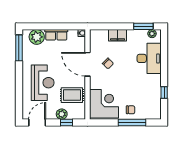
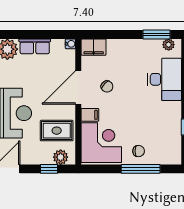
filing cabinet: (118, 35) -> (94, 47), moved
door: (87, 64) -> (78, 88), hinge flipped
filing cabinet: (96, 84) -> (90, 115), added
plant: (62, 114) -> (61, 157), moved

